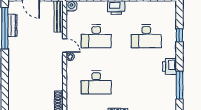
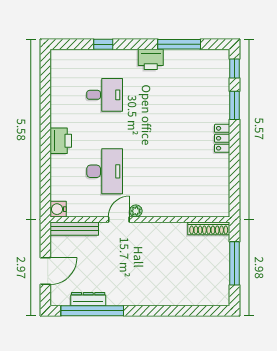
desk: (146, 36) -> (105, 95), width x0.73
desk: (96, 82) -> (175, 171), removed

